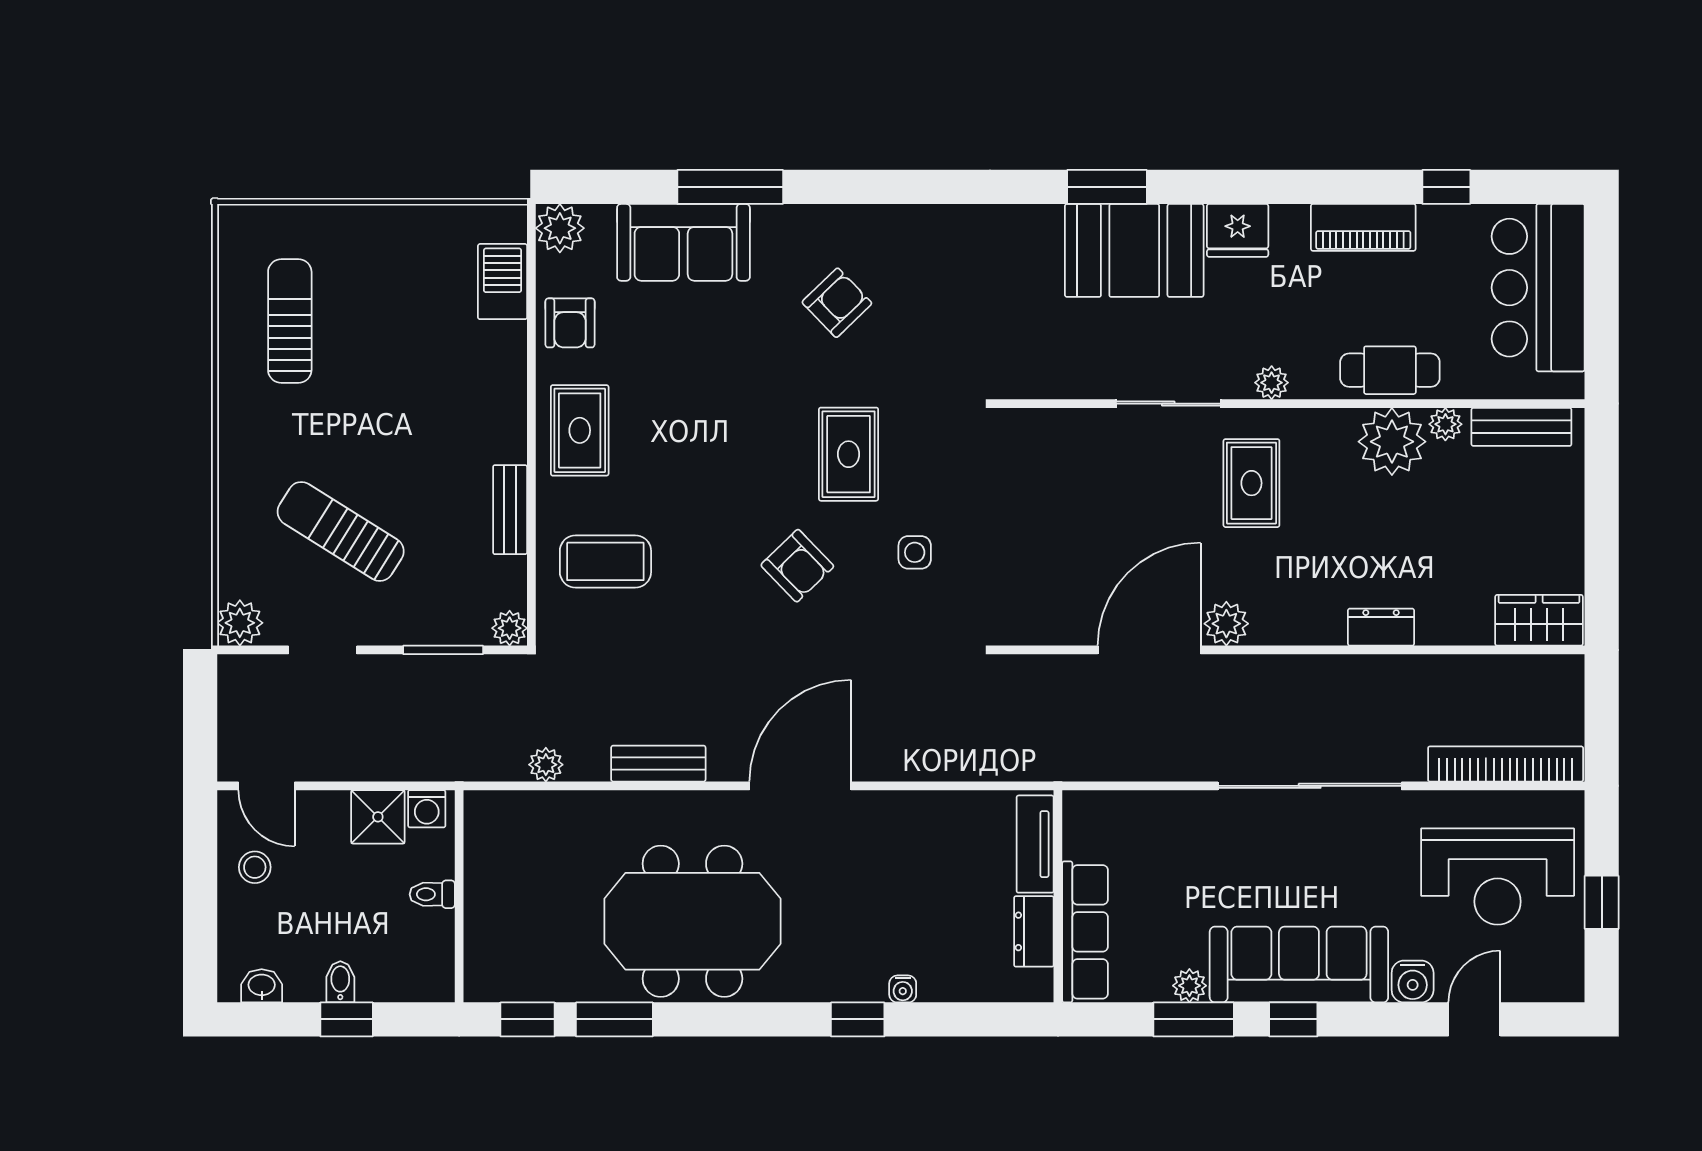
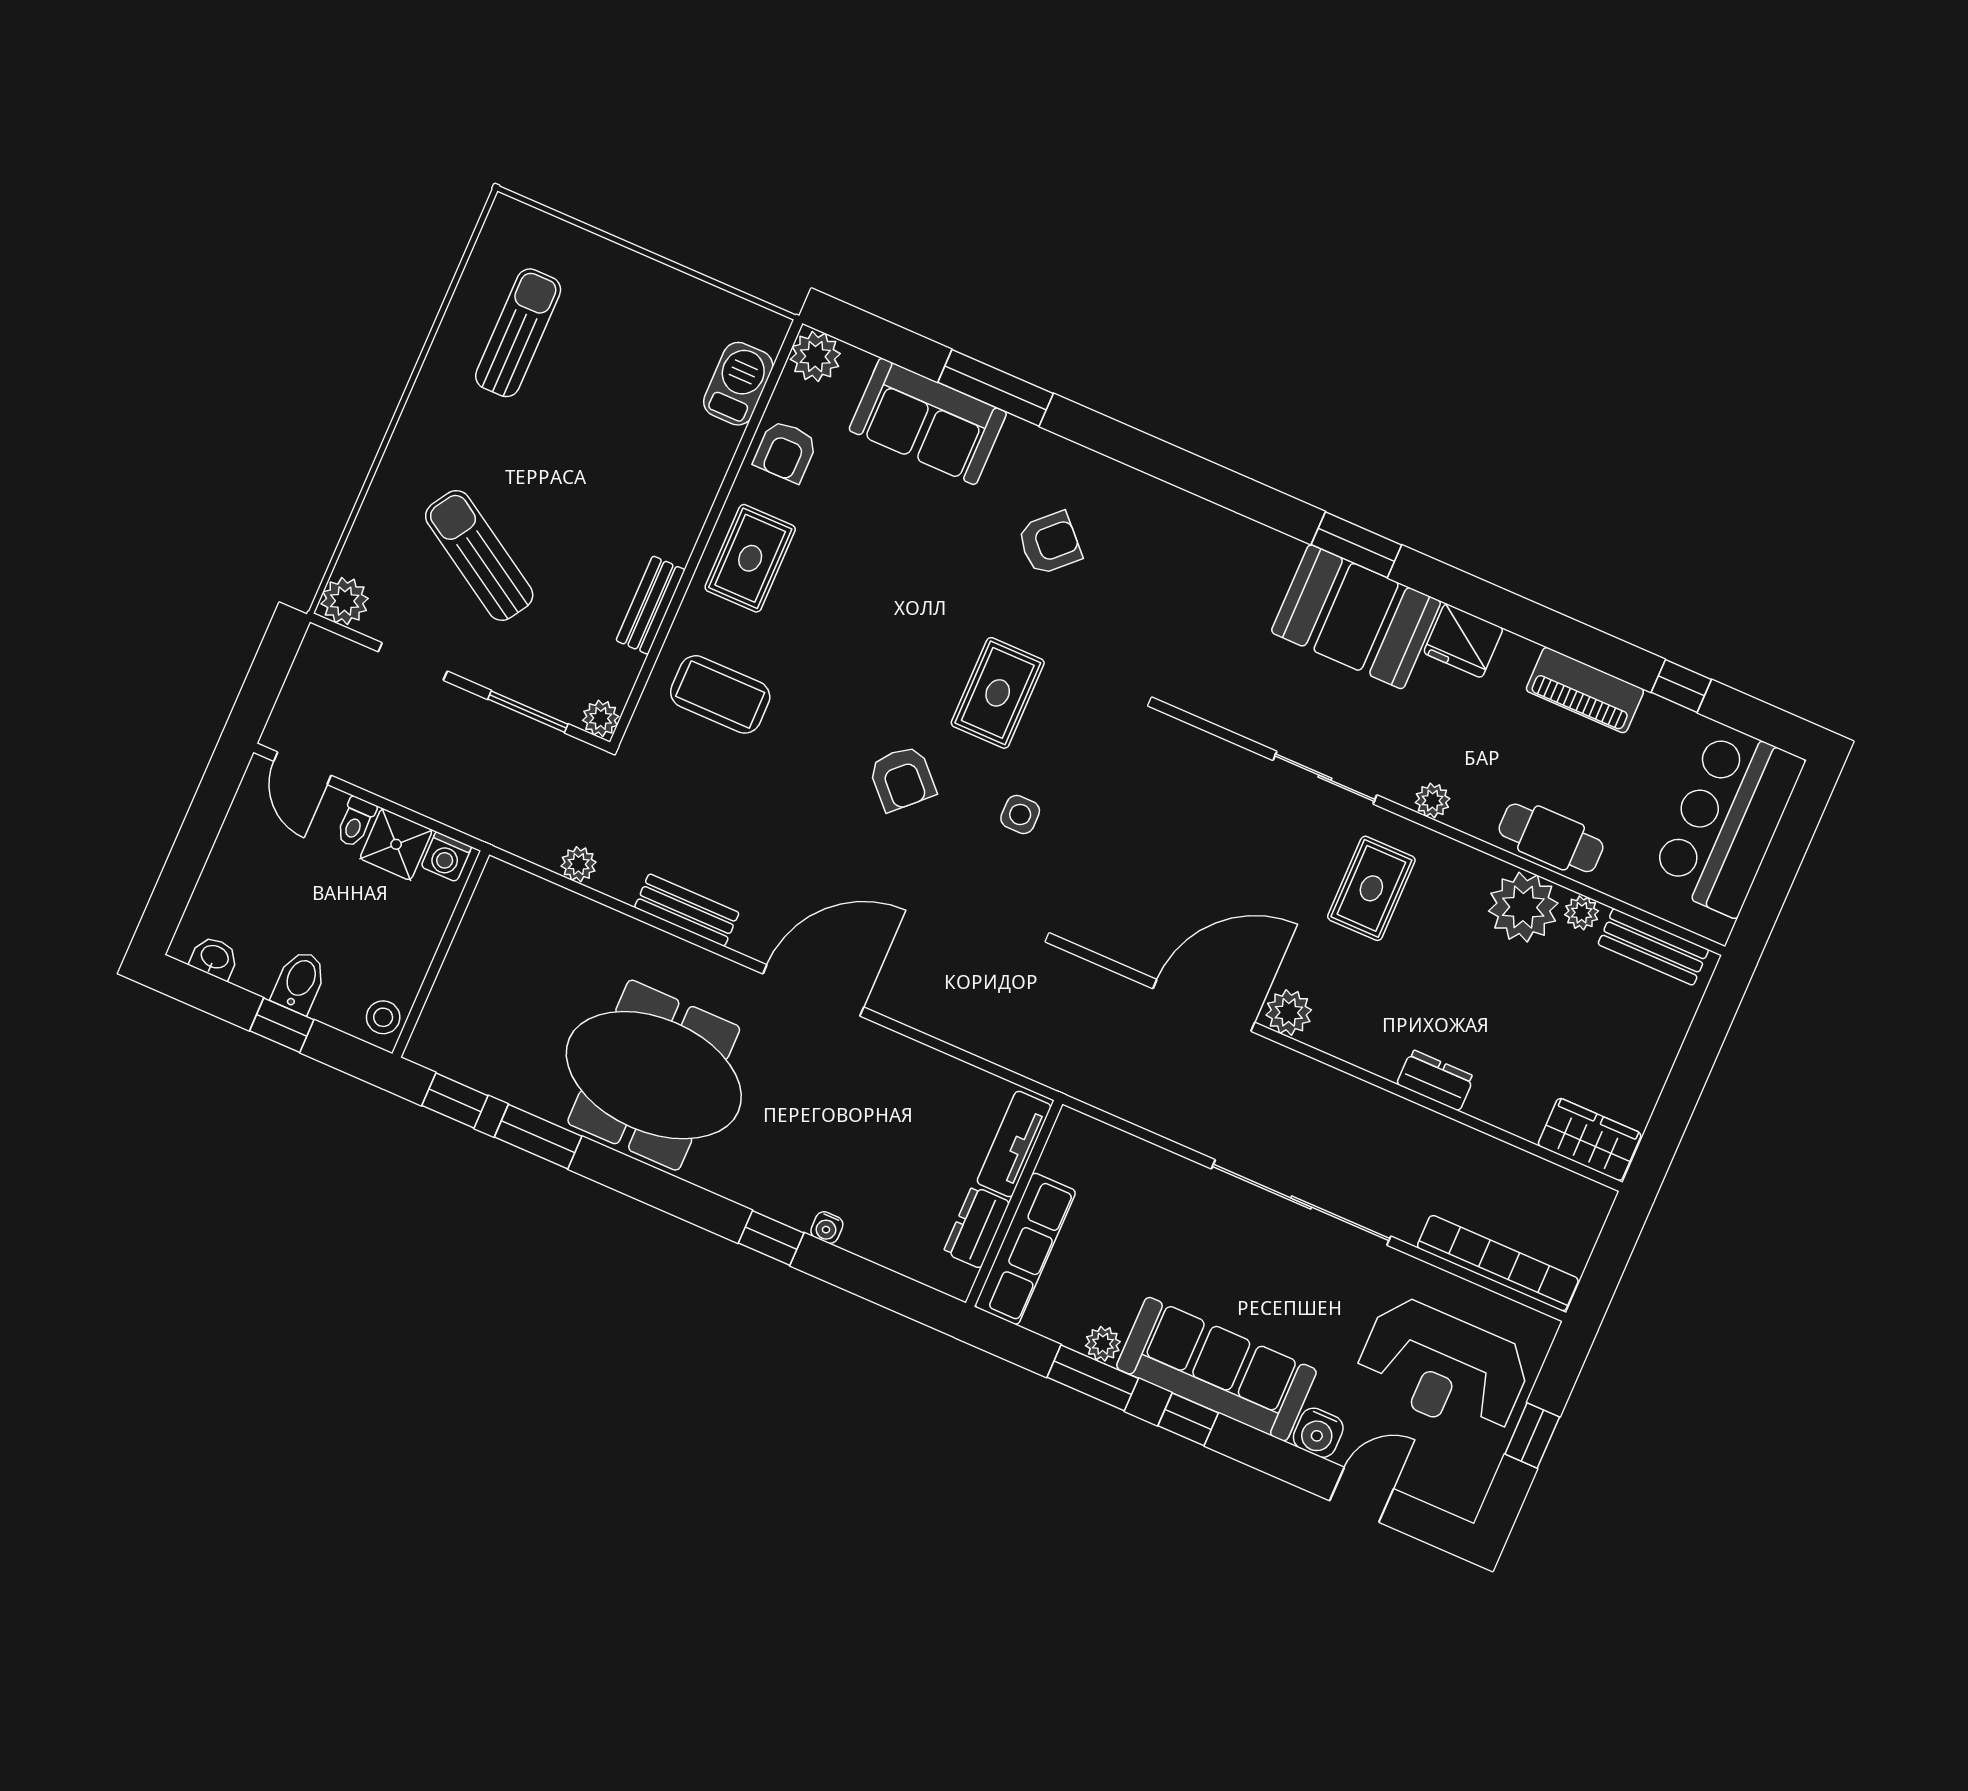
stool: (255, 867) -> (383, 1017), moved
toilet: (432, 894) -> (356, 822), moved, turned -90
bidet: (340, 982) -> (300, 982), width x1.38, depth x1.36

